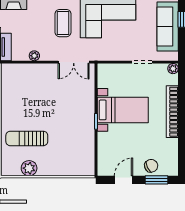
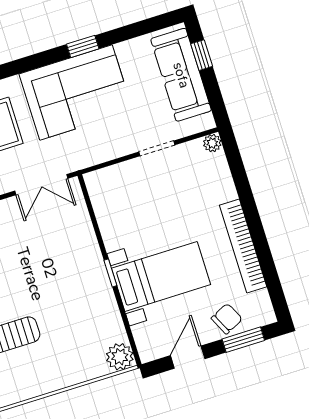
bed with nightstands: (123, 110) -> (161, 276), moved
bookcase: (172, 112) -> (243, 246), moved
plant: (29, 168) -> (120, 357), moved

